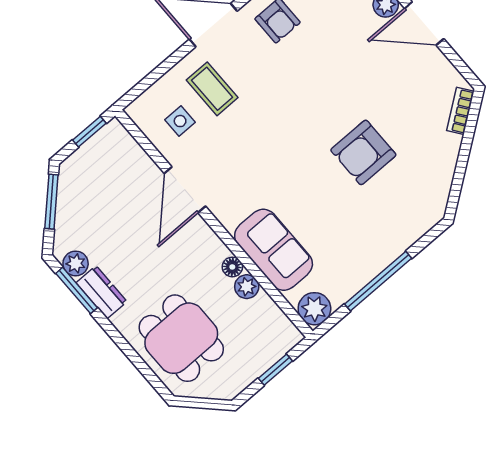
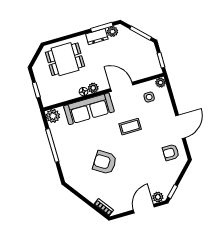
coffee table: (212, 89) -> (130, 127), moved
plant: (138, 111) -> (160, 83), added
armchair: (363, 152) -> (105, 162), turned -57
sofa: (274, 250) -> (89, 109), width x1.36
plant: (247, 287) -> (93, 88), moved

